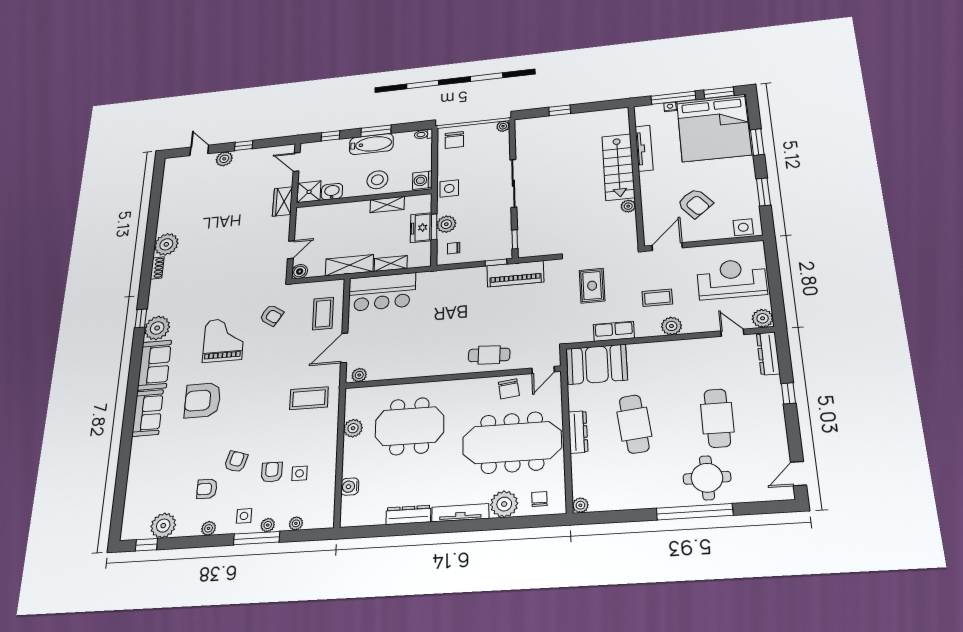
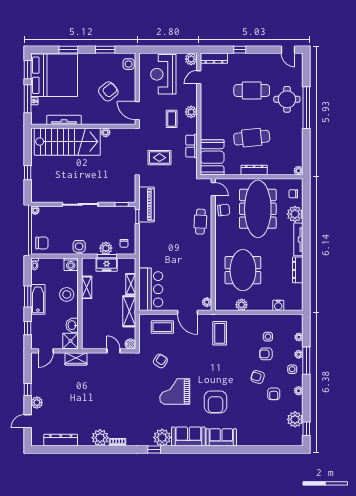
stairs: (618, 167) -> (67, 142), width x1.36, depth x1.51
dresser: (169, 194) -> (61, 440), added

